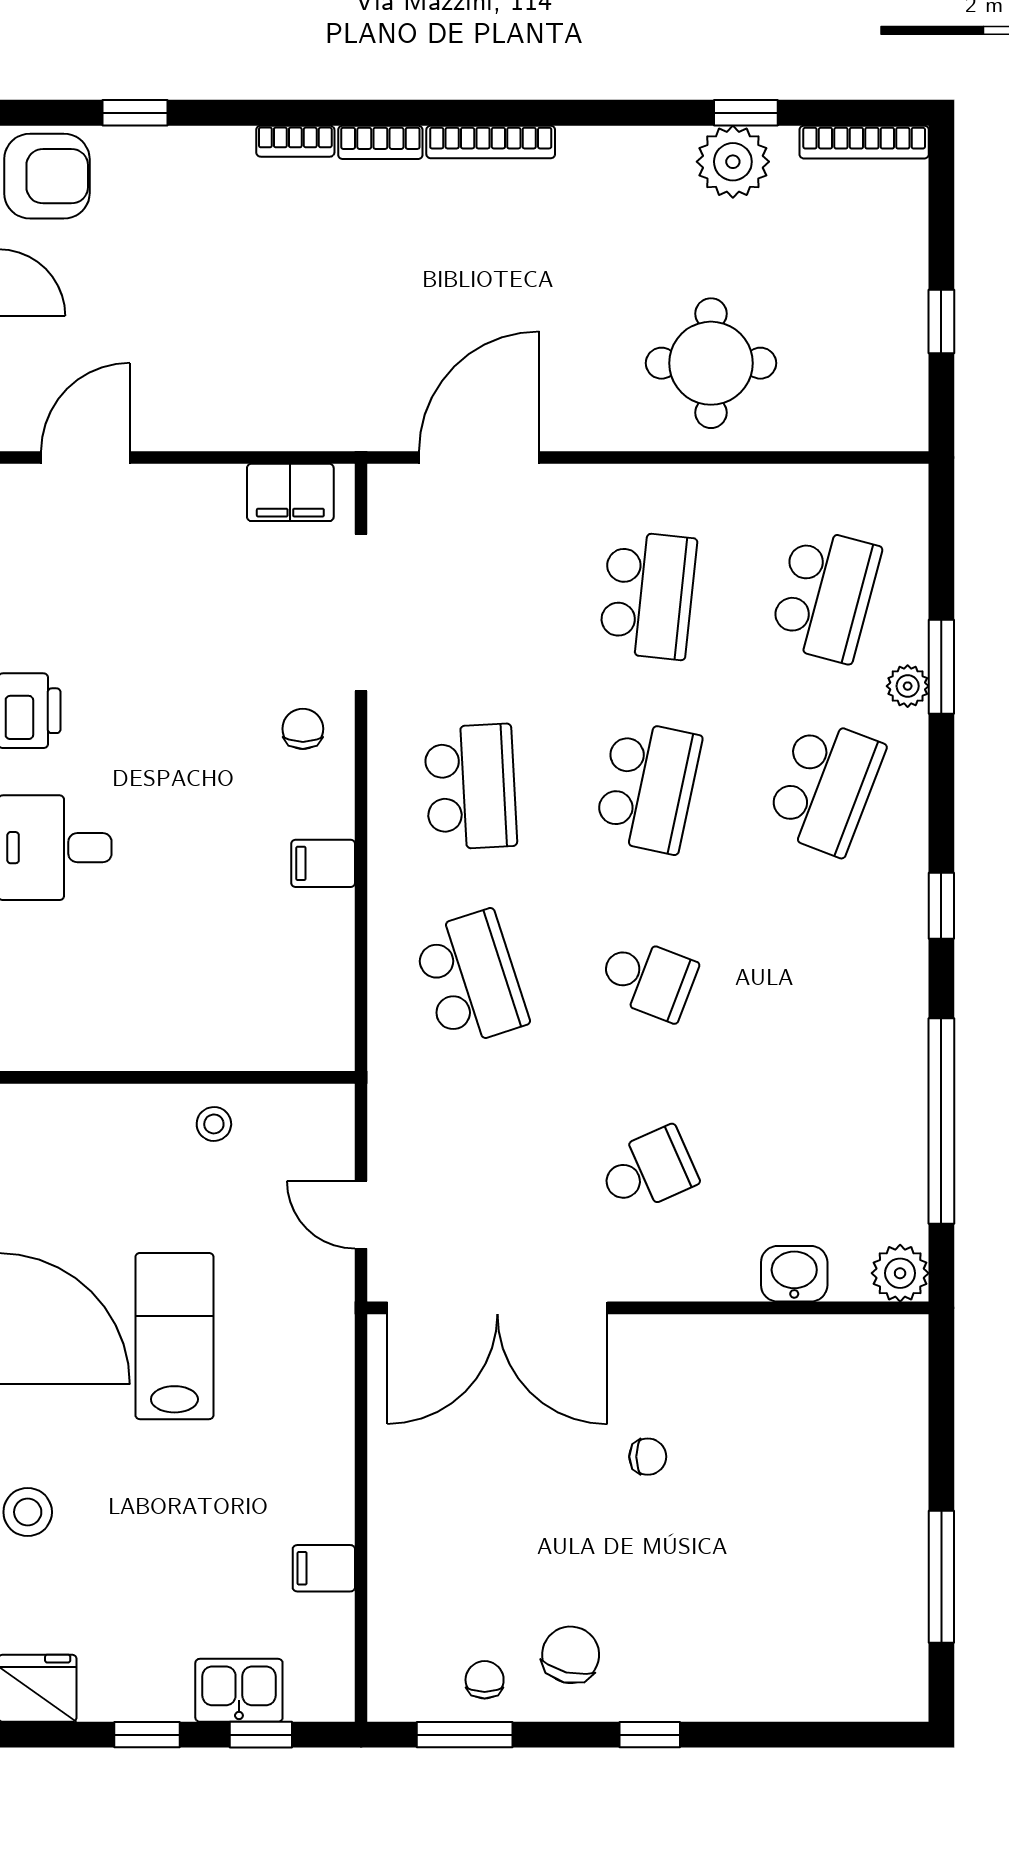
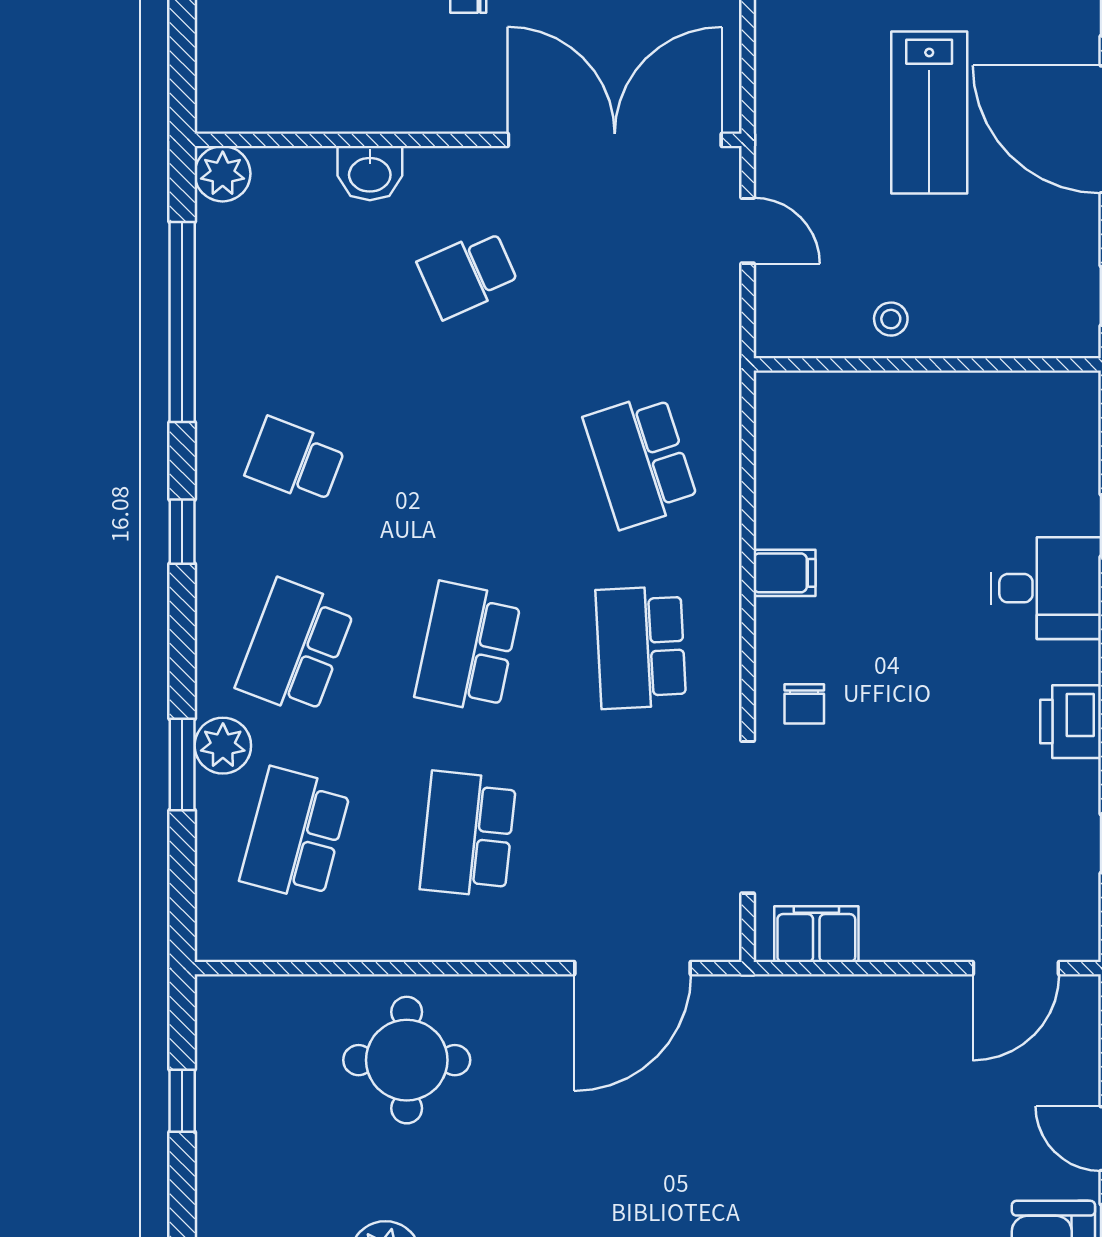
plant: (908, 686) -> (223, 746), width x1.38, depth x1.38
school desk: (648, 979) -> (295, 461), moved
washbasin: (794, 1274) -> (370, 173), moved

